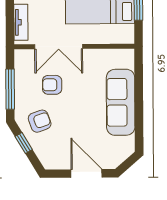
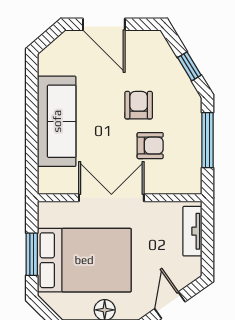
double door: (59, 47) -> (111, 198), moved
armchair: (40, 121) -> (139, 105), moved, turned 110

